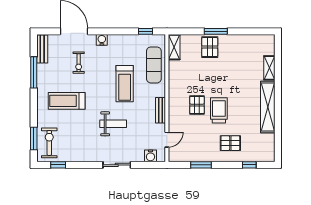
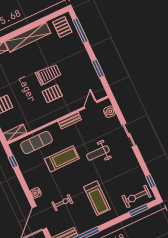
trolley: (219, 110) -> (48, 74), turned 180
weight bench: (113, 124) -> (98, 153), turned -90
door: (167, 140) -> (91, 105), hinge flipped
pallet: (230, 143) -> (62, 27), moved
window: (249, 165) -> (80, 30), width x2.17

